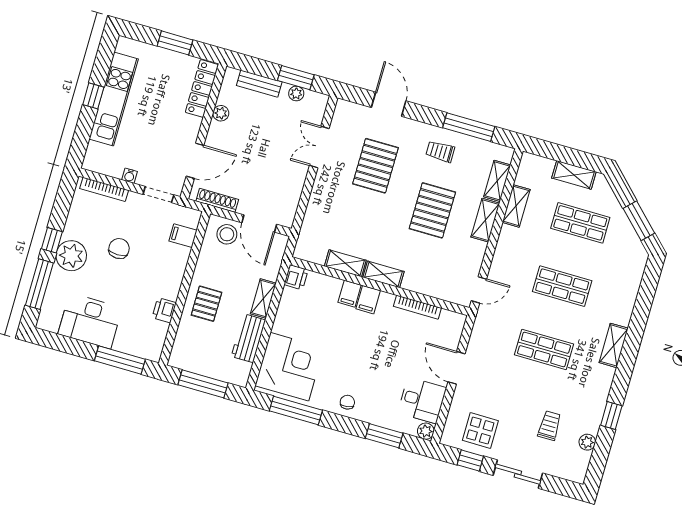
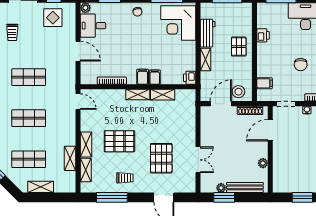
bench: (259, 84) -> (245, 187), width x1.36
locker: (202, 88) -> (278, 175), removed
pallet: (432, 210) -> (119, 141), turned 90
door: (259, 224) -> (221, 104), hinge flipped
door: (479, 290) -> (78, 102), swing flipped

